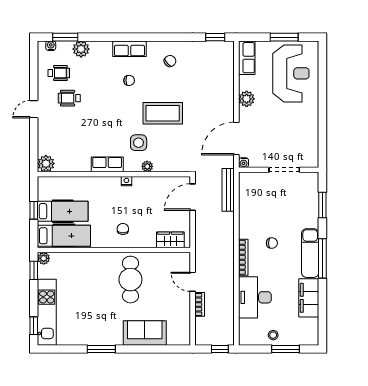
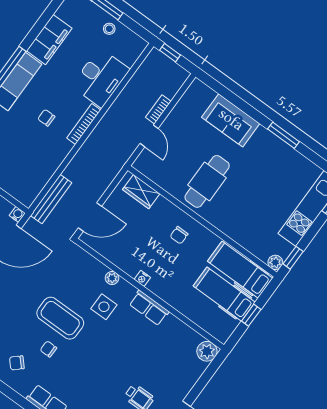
chair: (129, 80) -> (48, 349), moved

